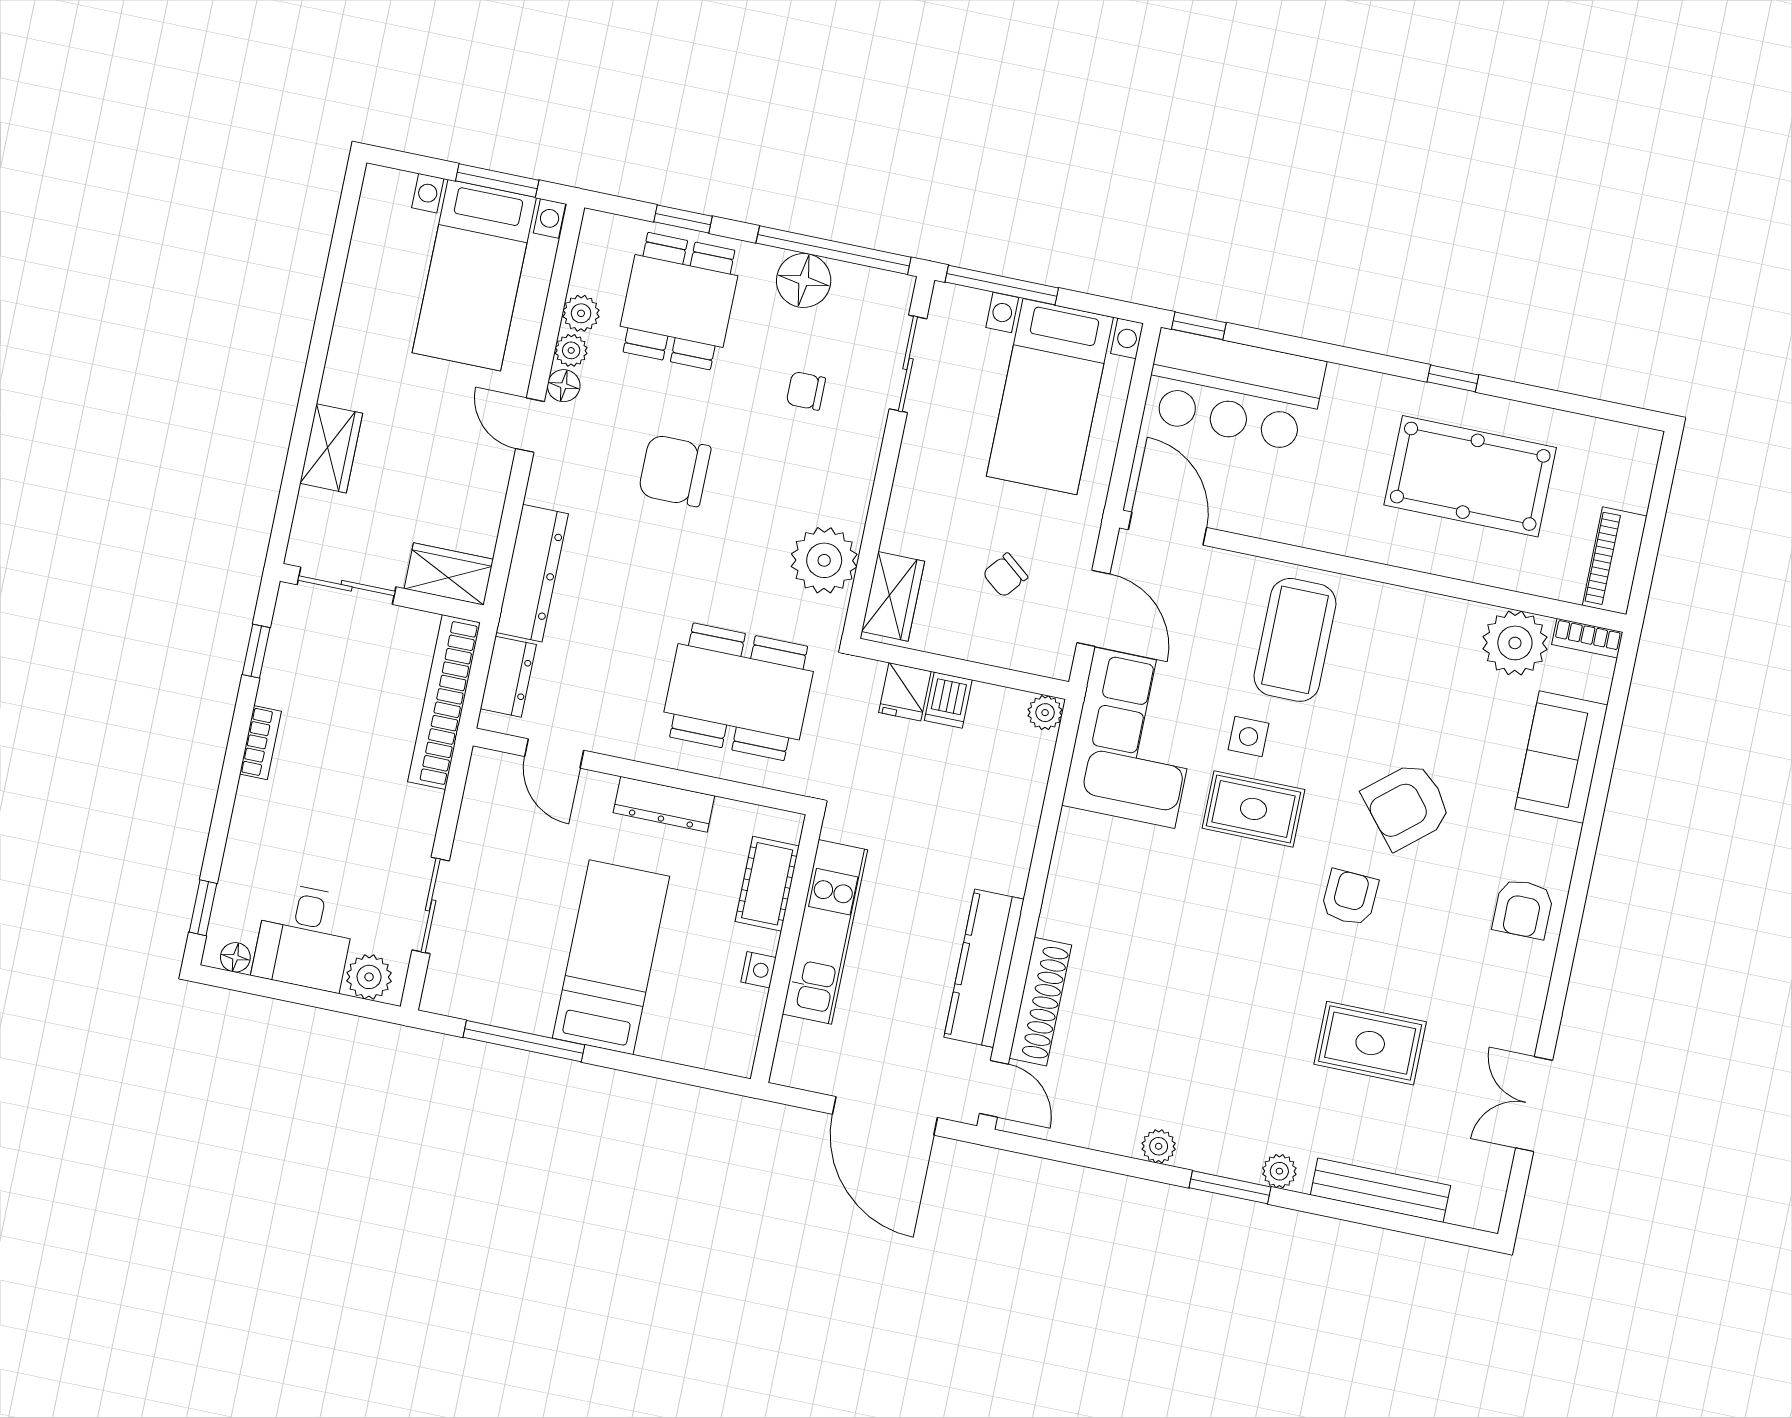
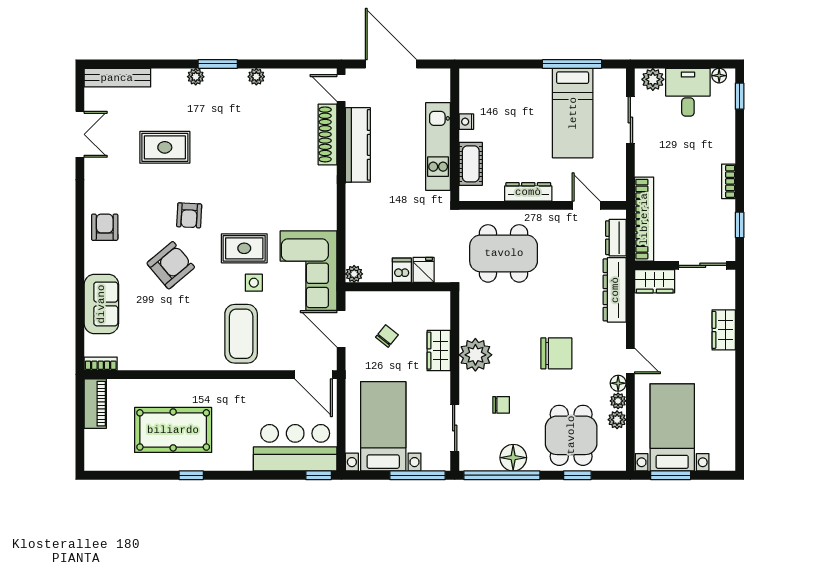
plant: (824, 560) -> (475, 355), moved
wardrobe: (893, 596) -> (439, 351), moved
plant: (1515, 643) -> (135, 354), removed
bed: (611, 957) -> (573, 113), moved
bench: (1380, 1190) -> (117, 78), moved

